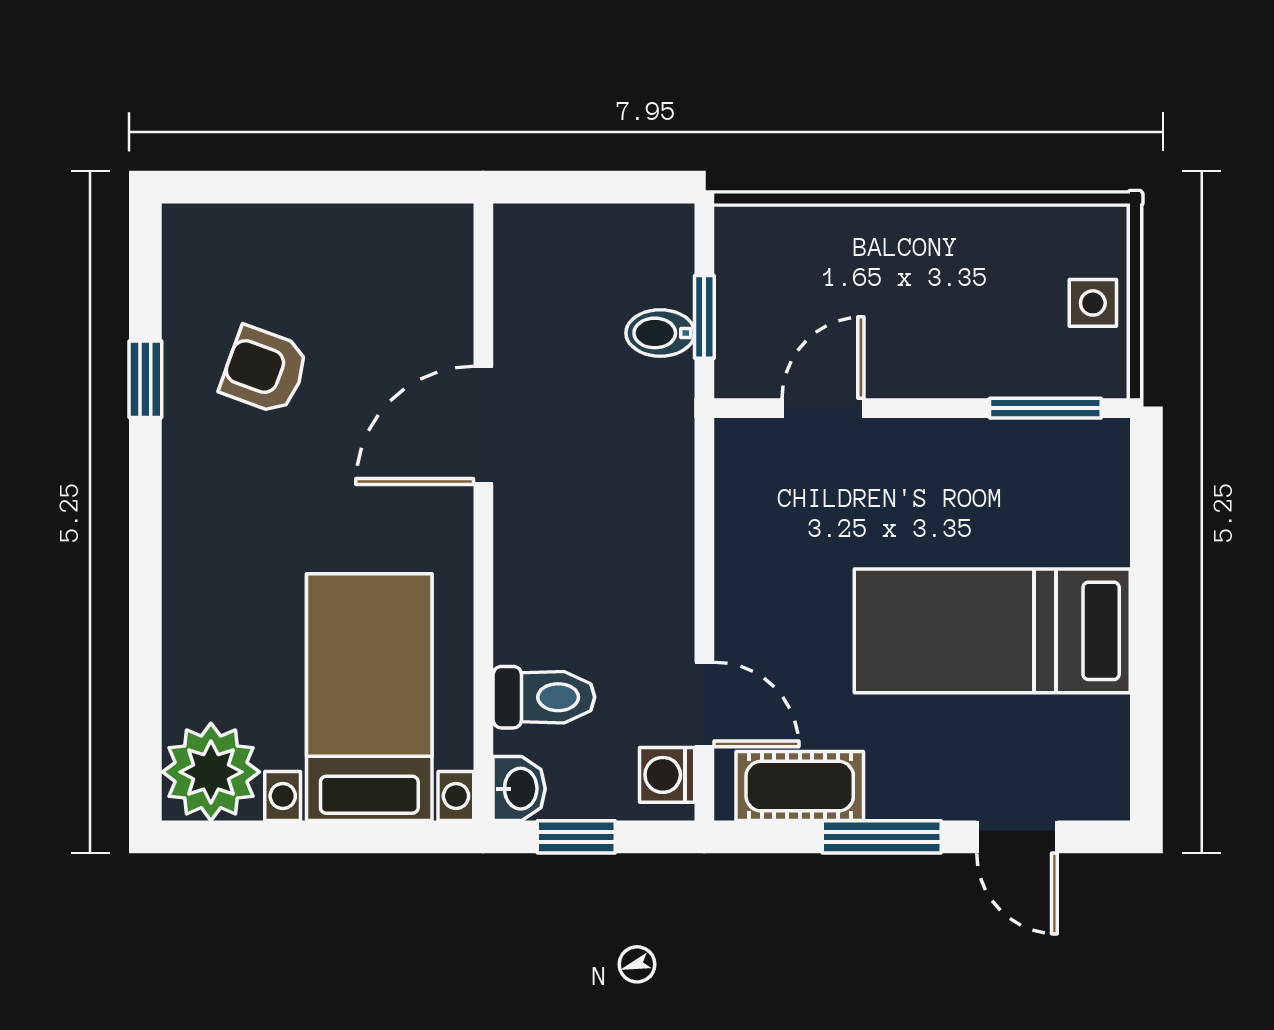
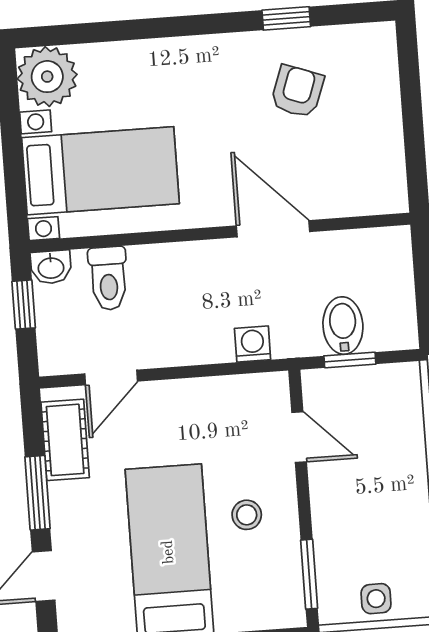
bidet: (660, 333) -> (343, 326), width x1.38, depth x1.36
stool: (942, 502) -> (247, 515), added
washing machine: (667, 775) -> (253, 344), moved

